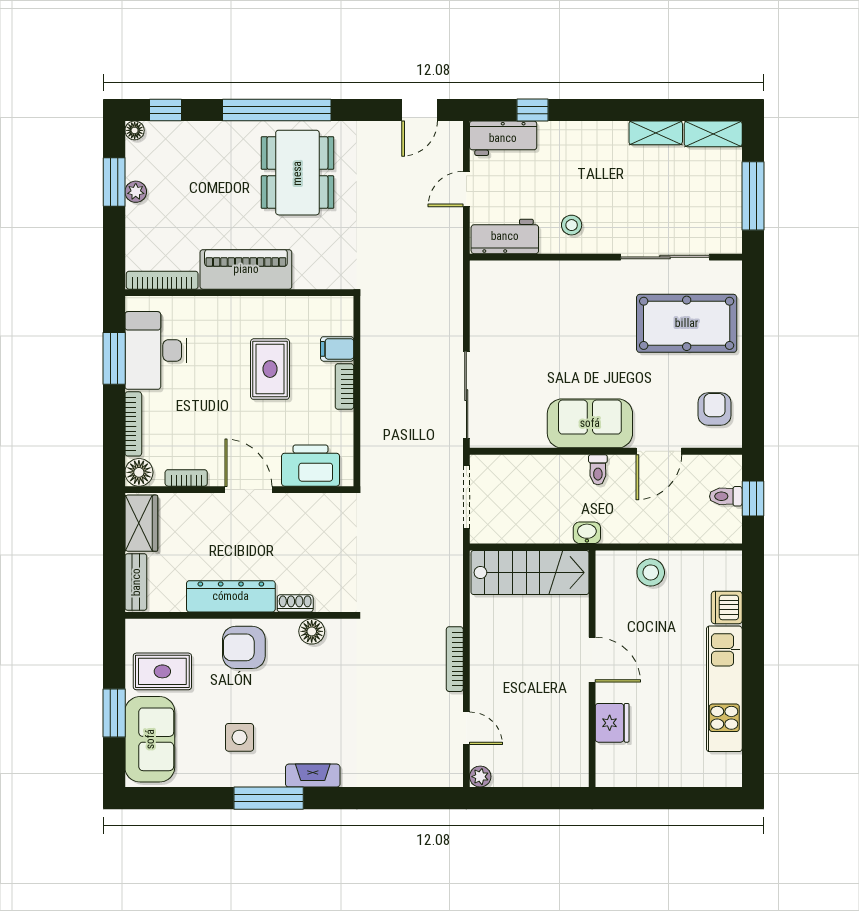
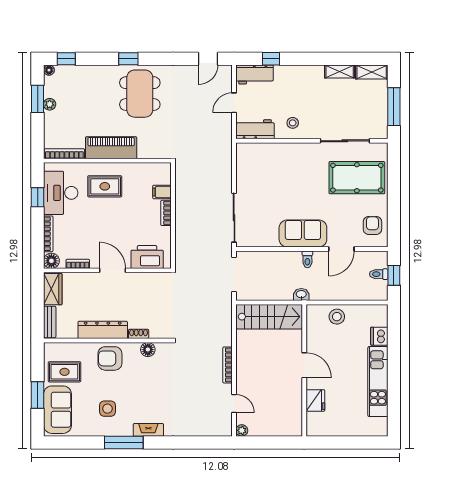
window: (277, 110) -> (128, 59), width x0.32
window: (114, 358) -> (38, 197), width x0.67
rug: (270, 369) -> (105, 186), moved, turned 90

